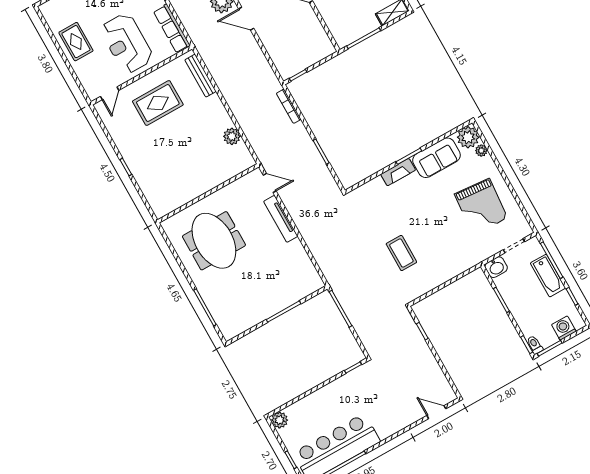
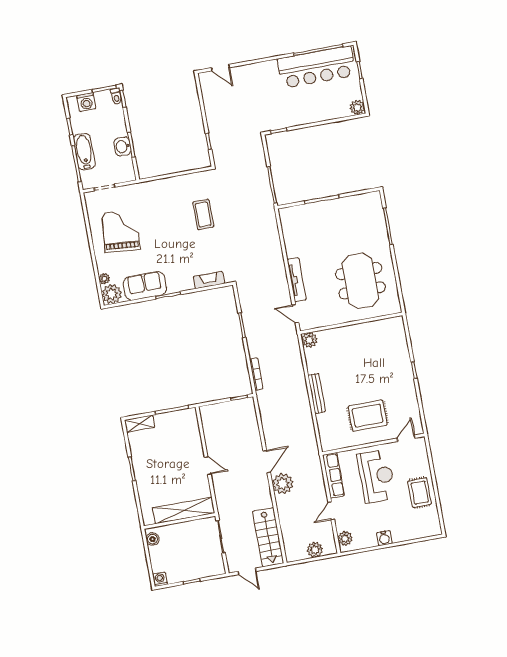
door: (246, 19) -> (267, 462), hinge flipped
bench: (200, 76) -> (317, 393), moved
plant: (232, 136) -> (309, 340), moved
fireplace: (398, 172) -> (209, 280), moved
washbasin: (496, 267) -> (122, 147), moved, turned -90

